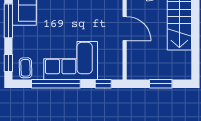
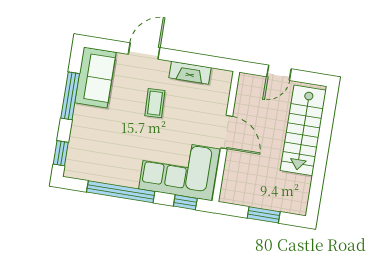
corner sofa: (71, 61) -> (179, 169), moved
coffee table: (25, 68) -> (155, 103), moved

